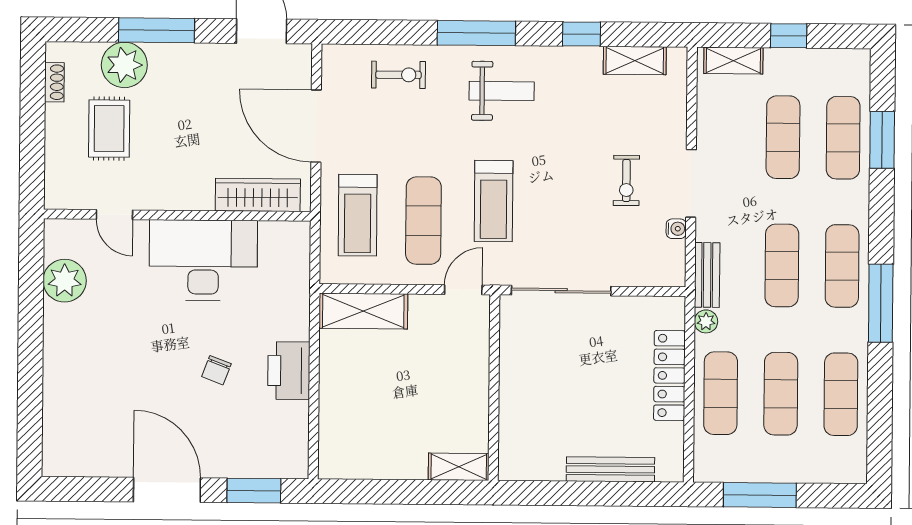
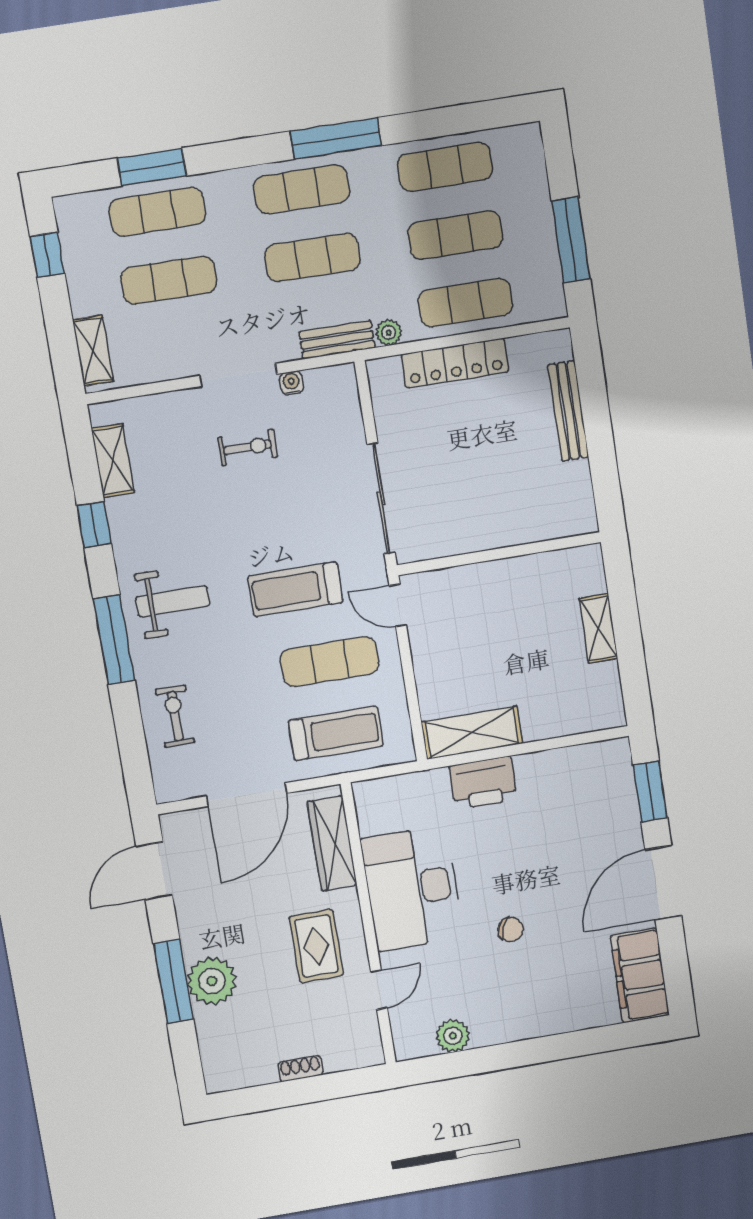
window: (789, 36) -> (47, 255), moved
plant: (124, 65) -> (212, 981), moved
shoe rack: (54, 82) -> (300, 1069), moved
weight bench: (502, 91) -> (173, 601), turned 90
rug: (109, 129) -> (316, 946), moved, turned 90
treadmill: (494, 201) -> (295, 589), turned 180
plant: (65, 281) -> (453, 1036), width x0.73, depth x0.73
shelving: (363, 311) -> (472, 733), moved, turned 90
chair: (216, 370) -> (511, 929), moved
printer: (289, 371) -> (483, 783), moved
filing cabinet: (84, 455) -> (640, 975), added
shelving: (459, 467) -> (598, 628), moved

